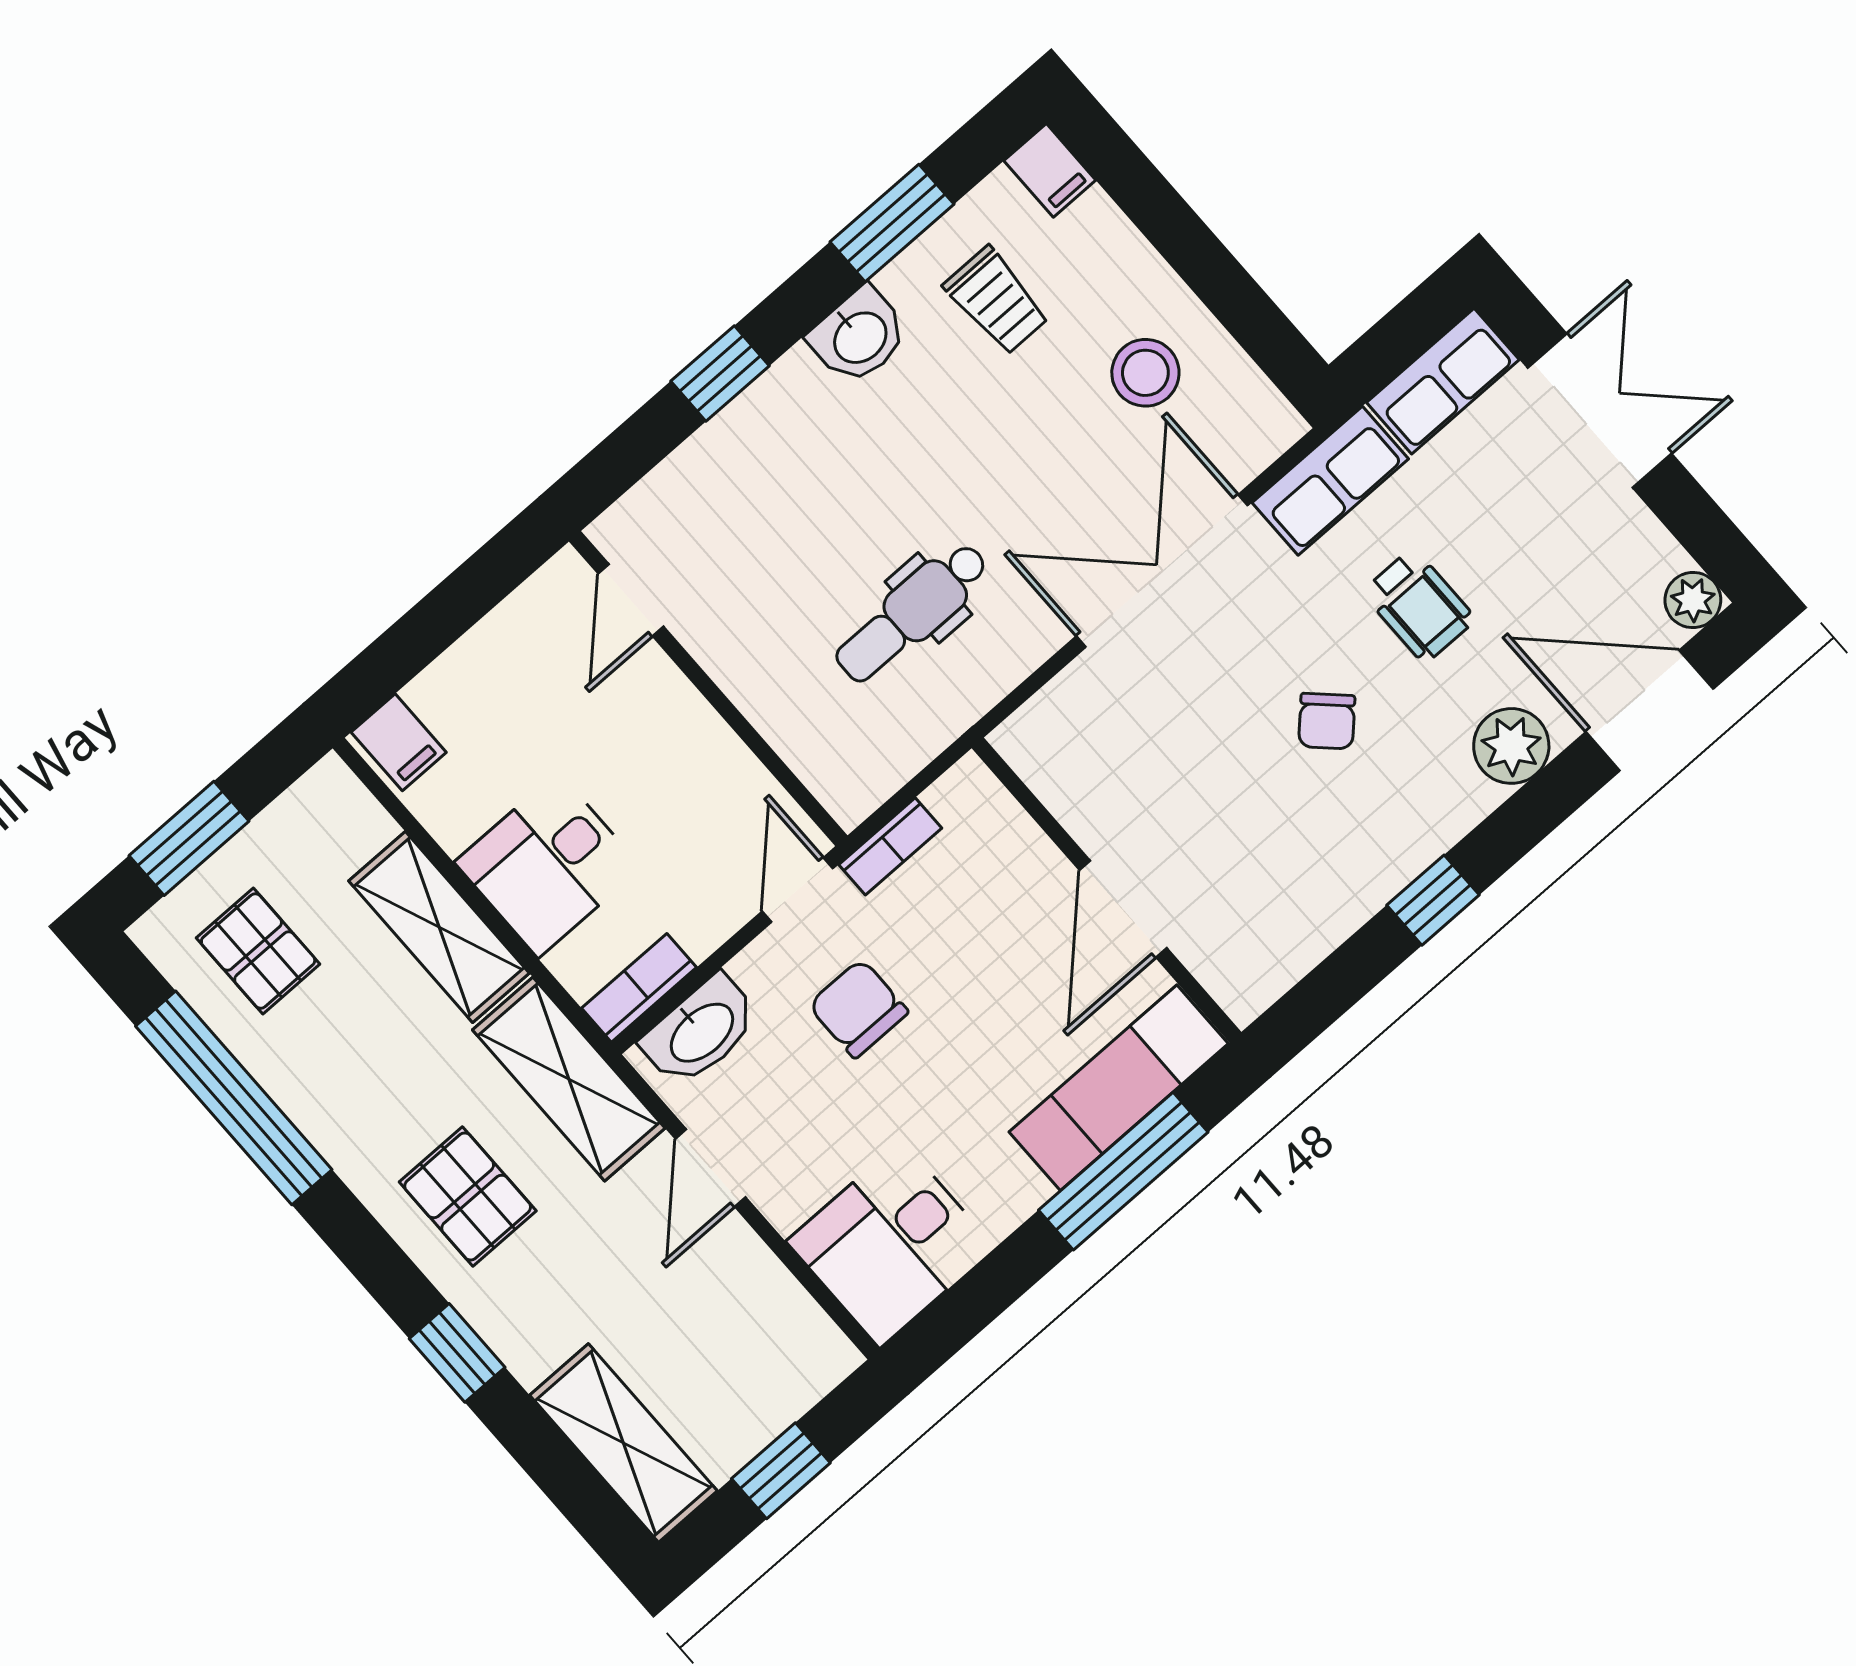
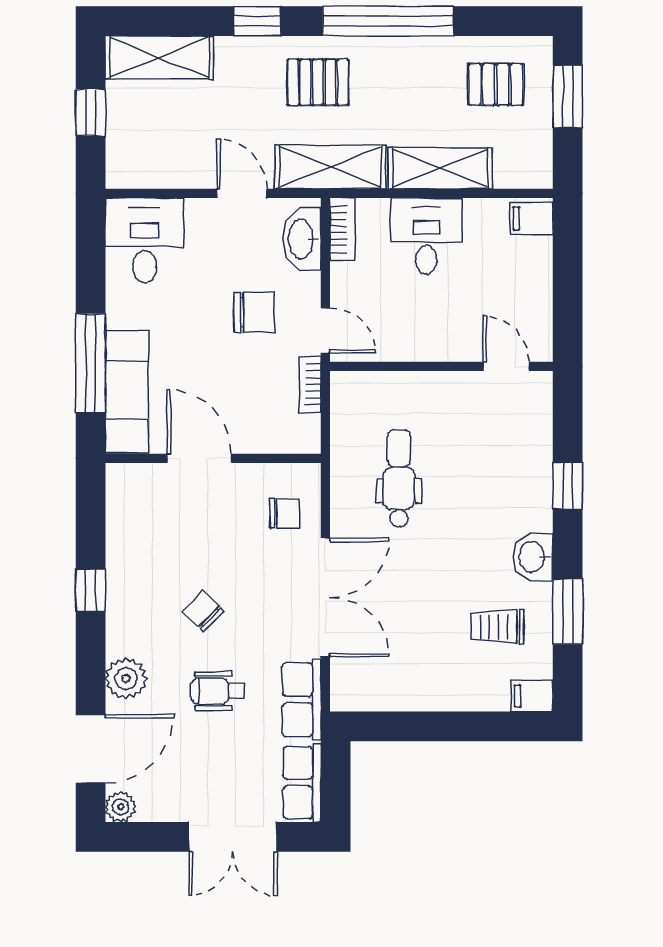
stool: (1145, 373) -> (413, 662), removed
chair: (1096, 727) -> (285, 513), added
window: (234, 1098) -> (388, 21), moved

